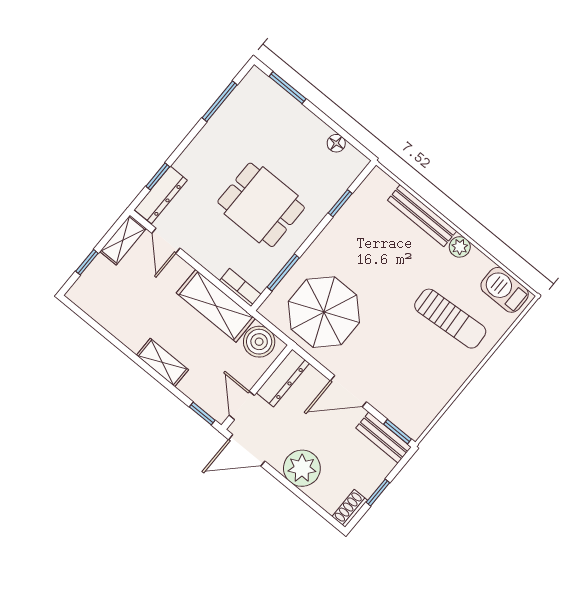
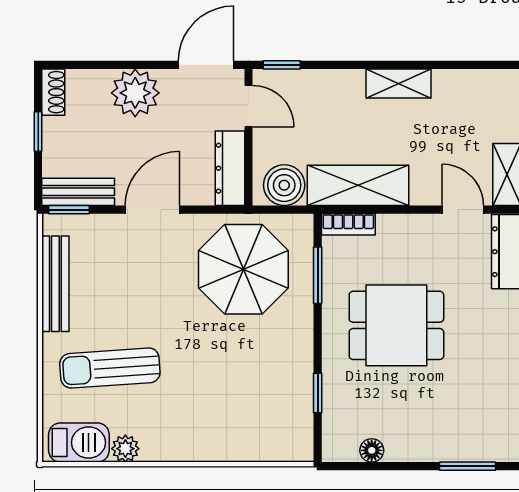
bench: (422, 216) -> (55, 284), moved, turned 90
plant: (460, 247) -> (125, 449), moved
shelving: (162, 362) -> (399, 83), moved

